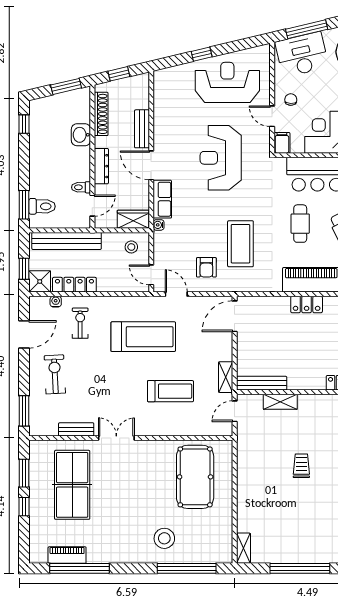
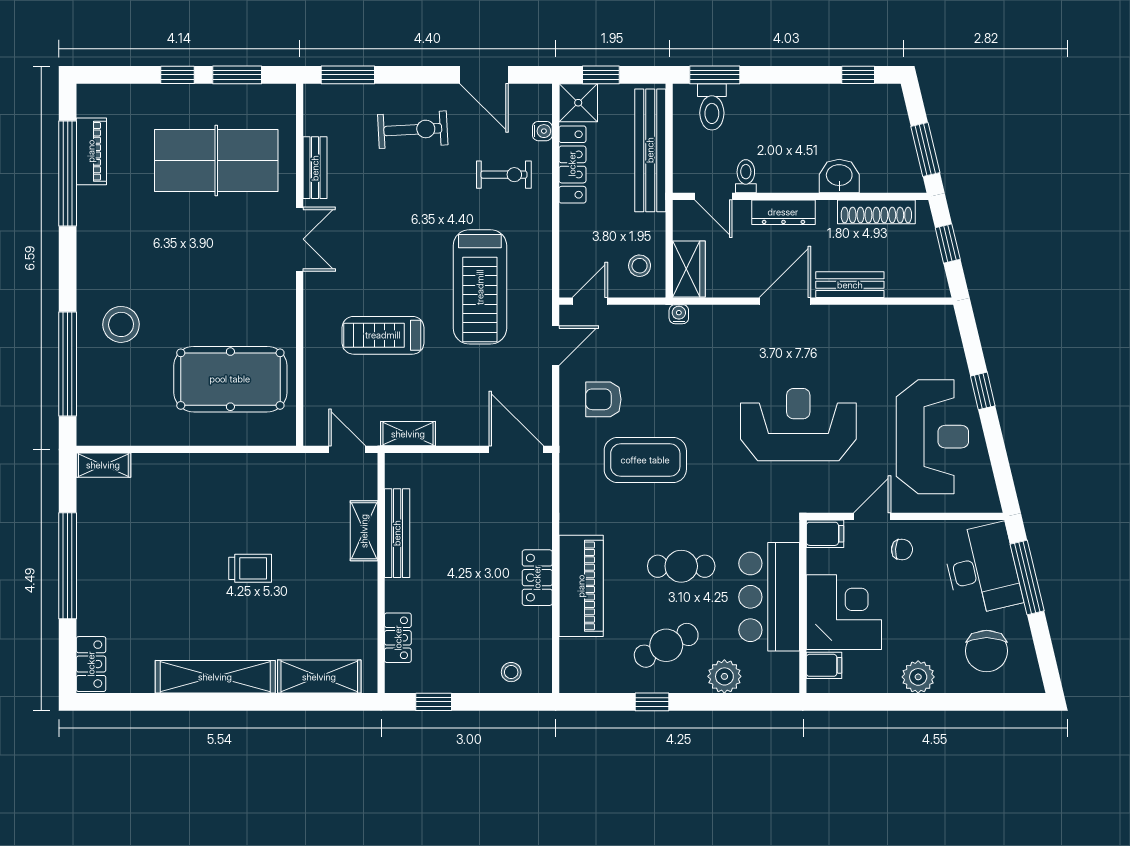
row of seats: (162, 199) -> (725, 321), removed
bench: (262, 383) -> (397, 533), moved
treadmill: (170, 391) -> (383, 335), turned 90

